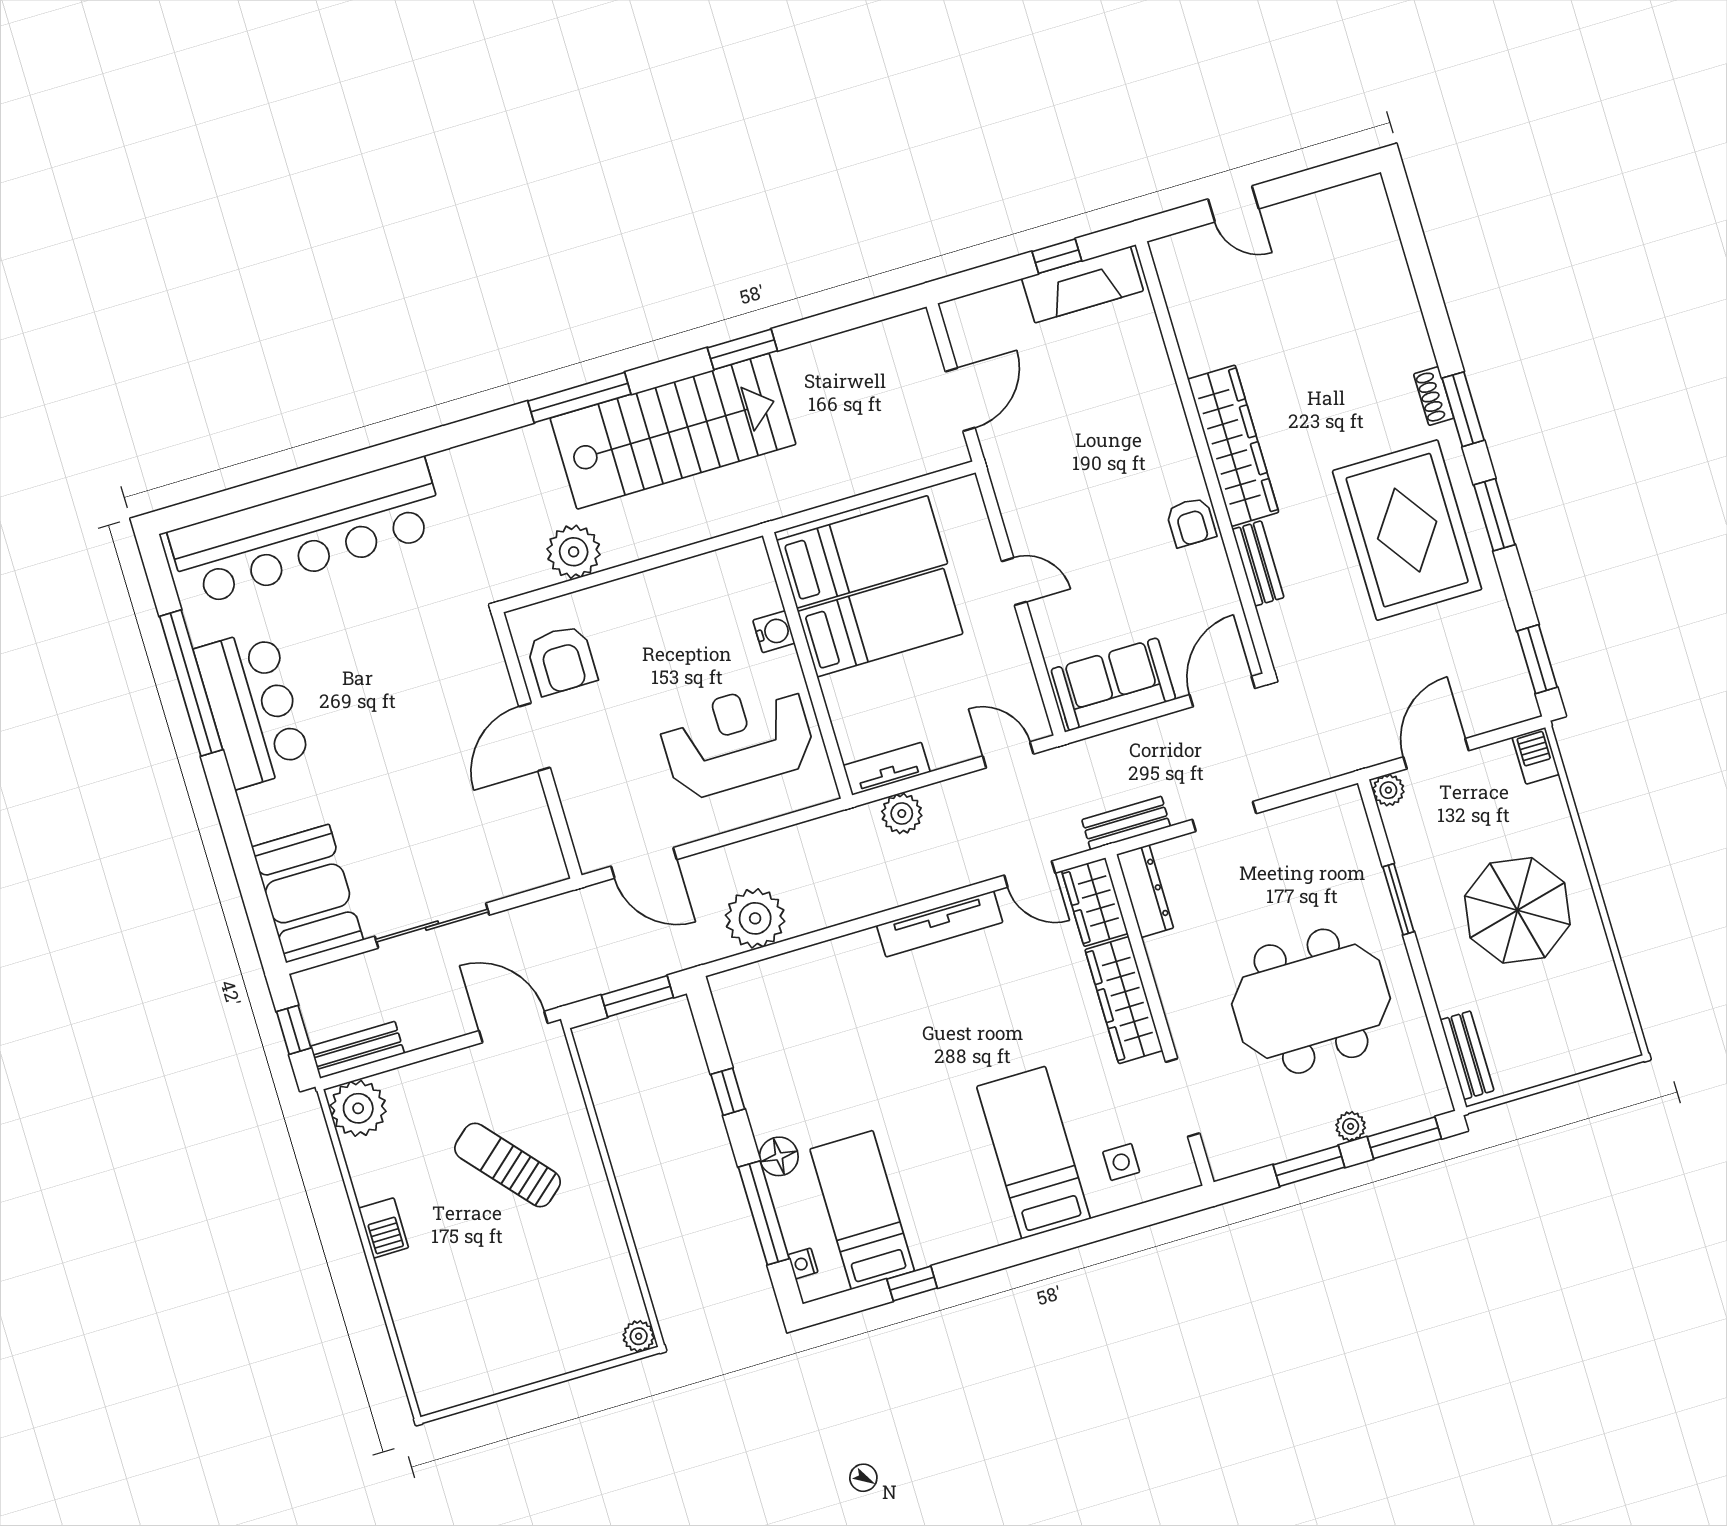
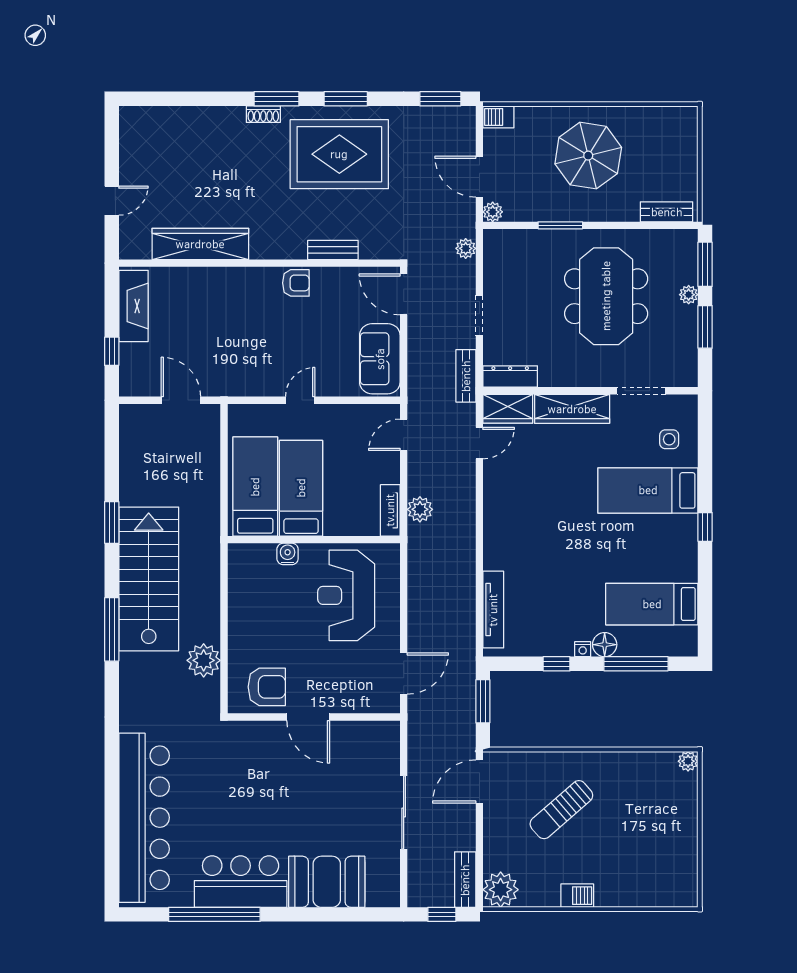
window: (1057, 256) -> (112, 351), moved
wardrobe: (1233, 446) -> (200, 244), moved
booth: (307, 893) -> (327, 882), moved
plant: (755, 918) -> (466, 248), moved, width x0.53, depth x0.53
tv unit: (940, 924) -> (493, 610), moved
nightstand: (803, 1263) -> (583, 649), moved
window: (912, 1284) -> (705, 527), moved

